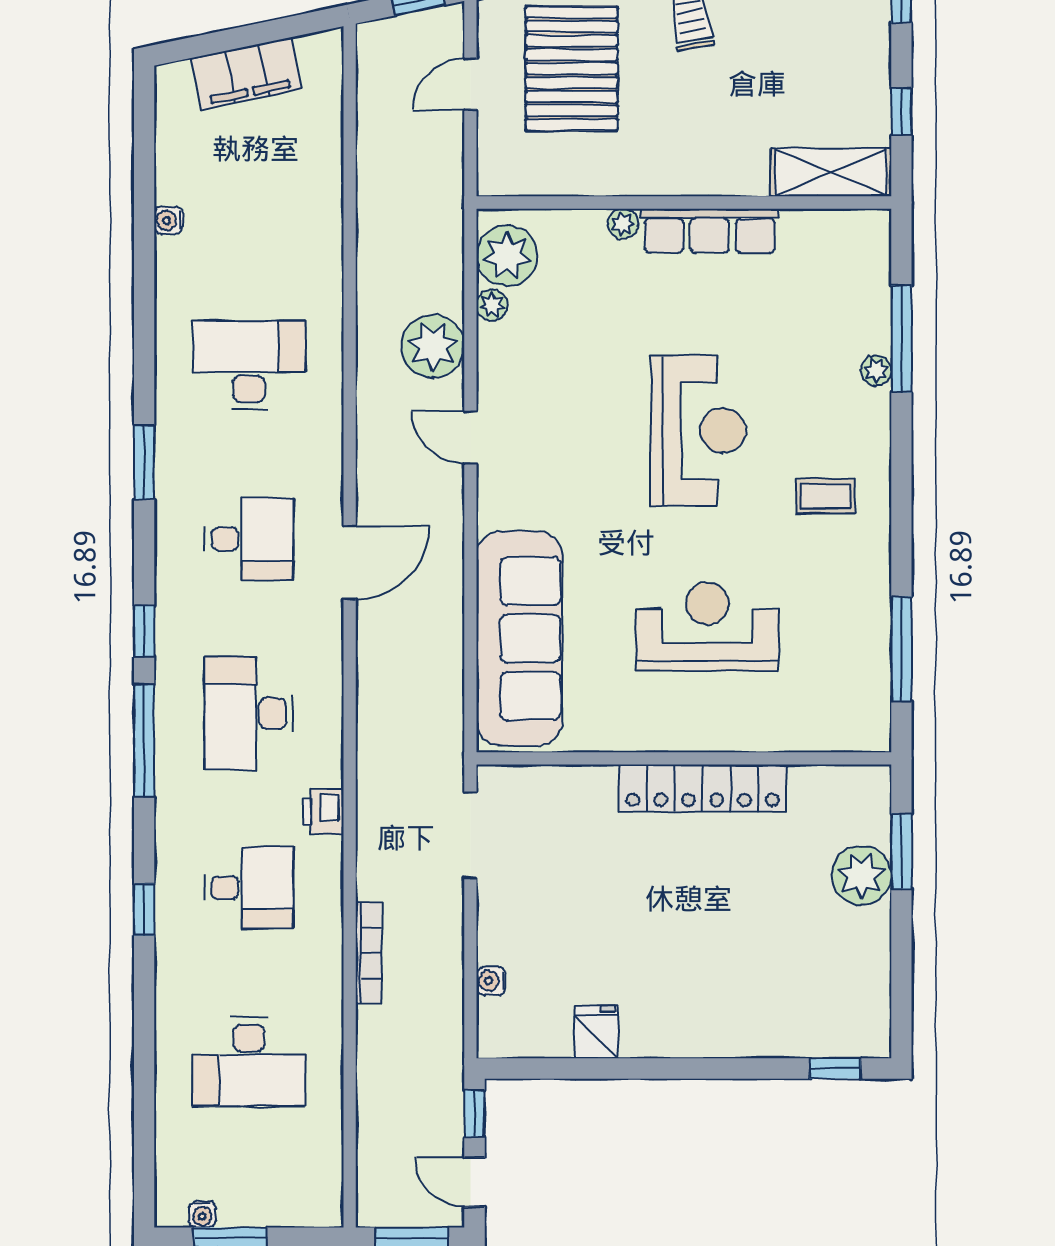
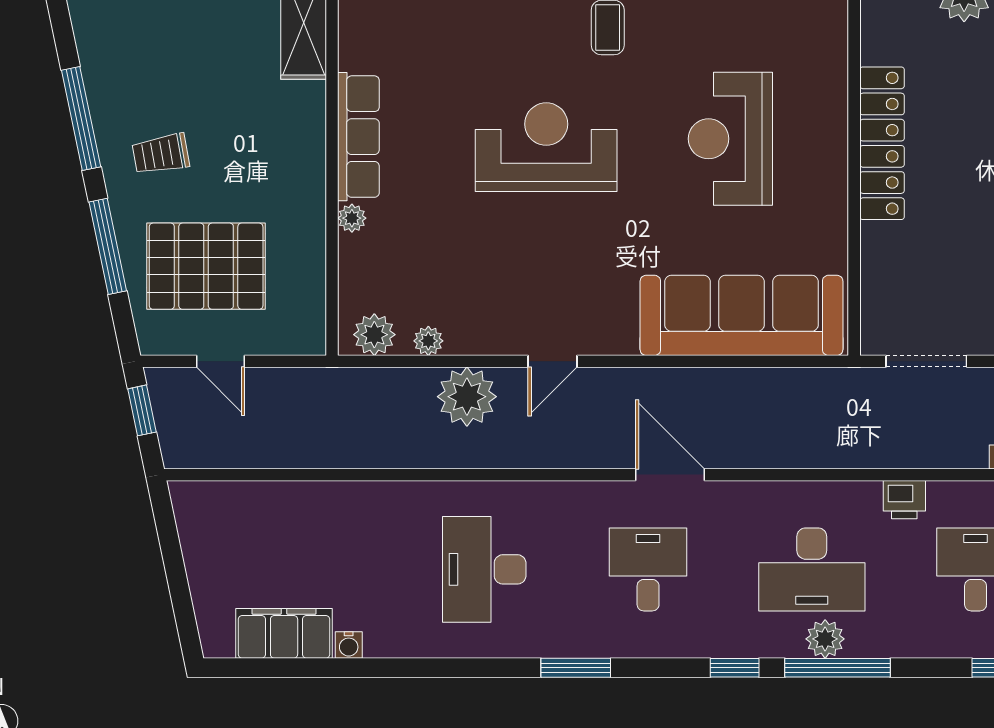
filing cabinet: (246, 74) -> (284, 633), moved, turned -78
plant: (507, 256) -> (374, 335), width x0.73, depth x0.73
plant: (175, 728) -> (825, 639), added

